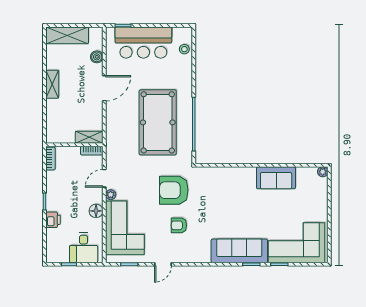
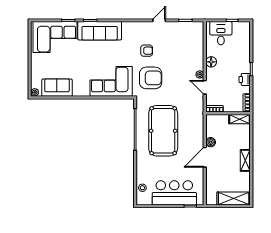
boiler: (97, 57) -> (211, 142), moved
shelving: (89, 137) -> (240, 119), moved
door: (104, 178) -> (205, 87), swing flipped
sofa: (276, 178) -> (57, 88), moved
printer: (53, 220) -> (245, 79), moved
corner sofa: (125, 228) -> (111, 81), moved, turned 90

